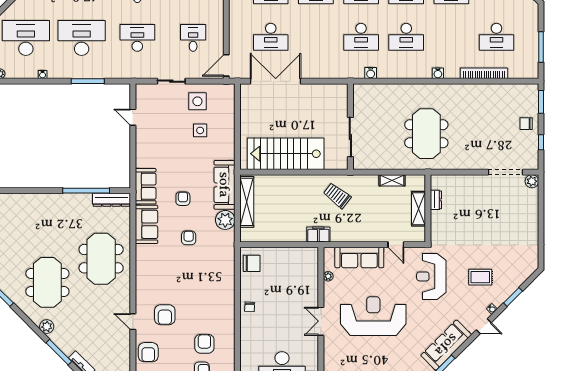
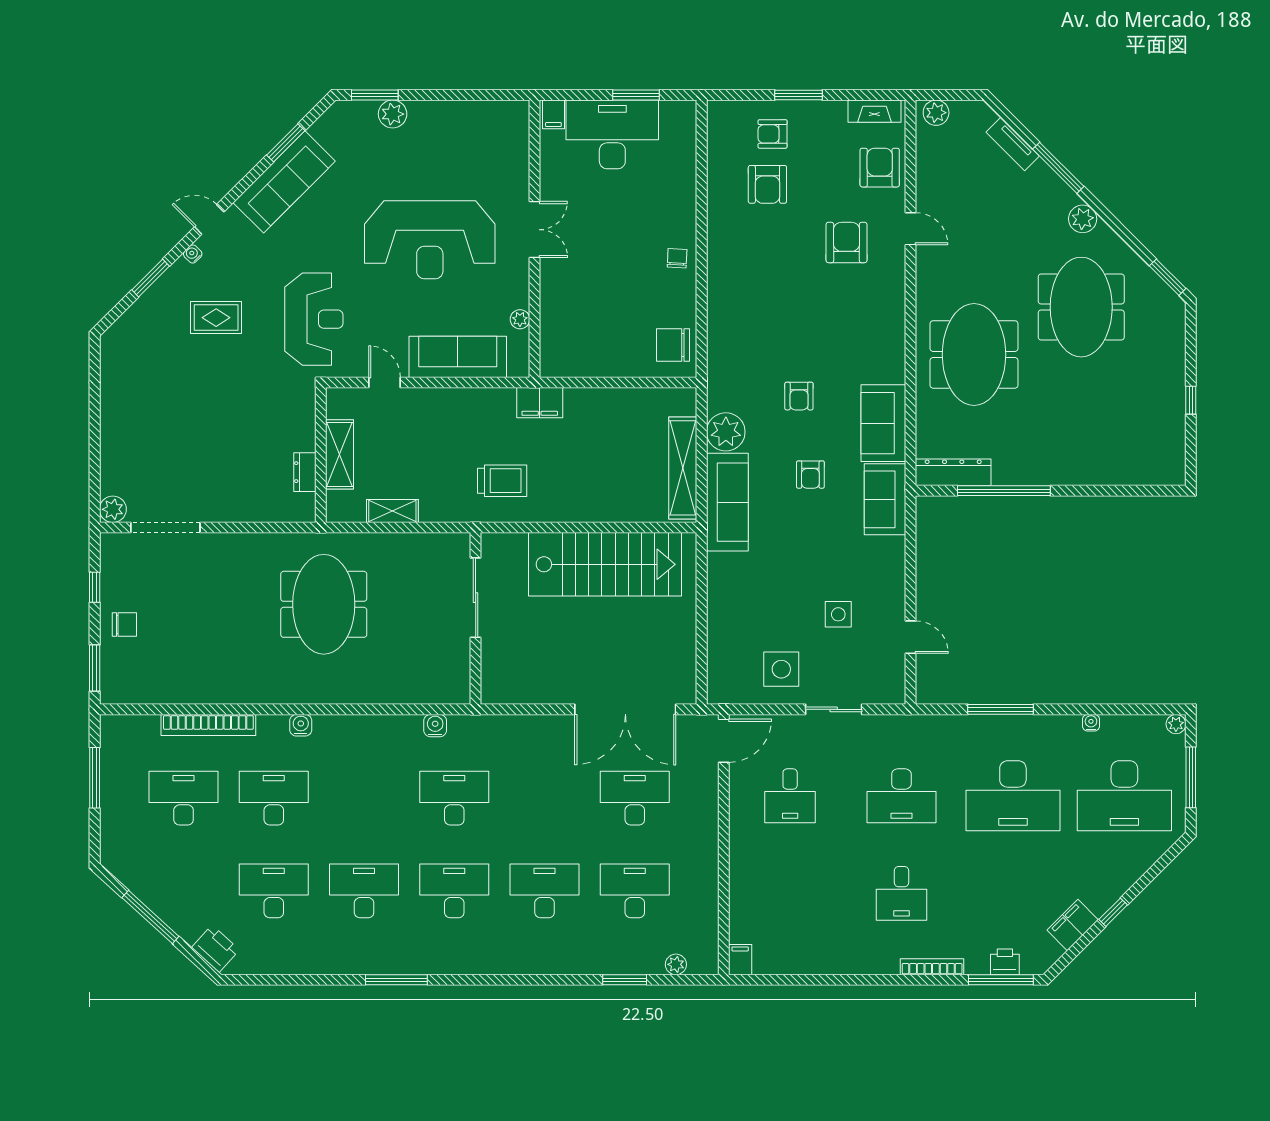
desk: (406, 37) -> (274, 798), moved
side table: (200, 130) -> (838, 614), moved
trolley: (337, 196) -> (502, 481), turned -38

